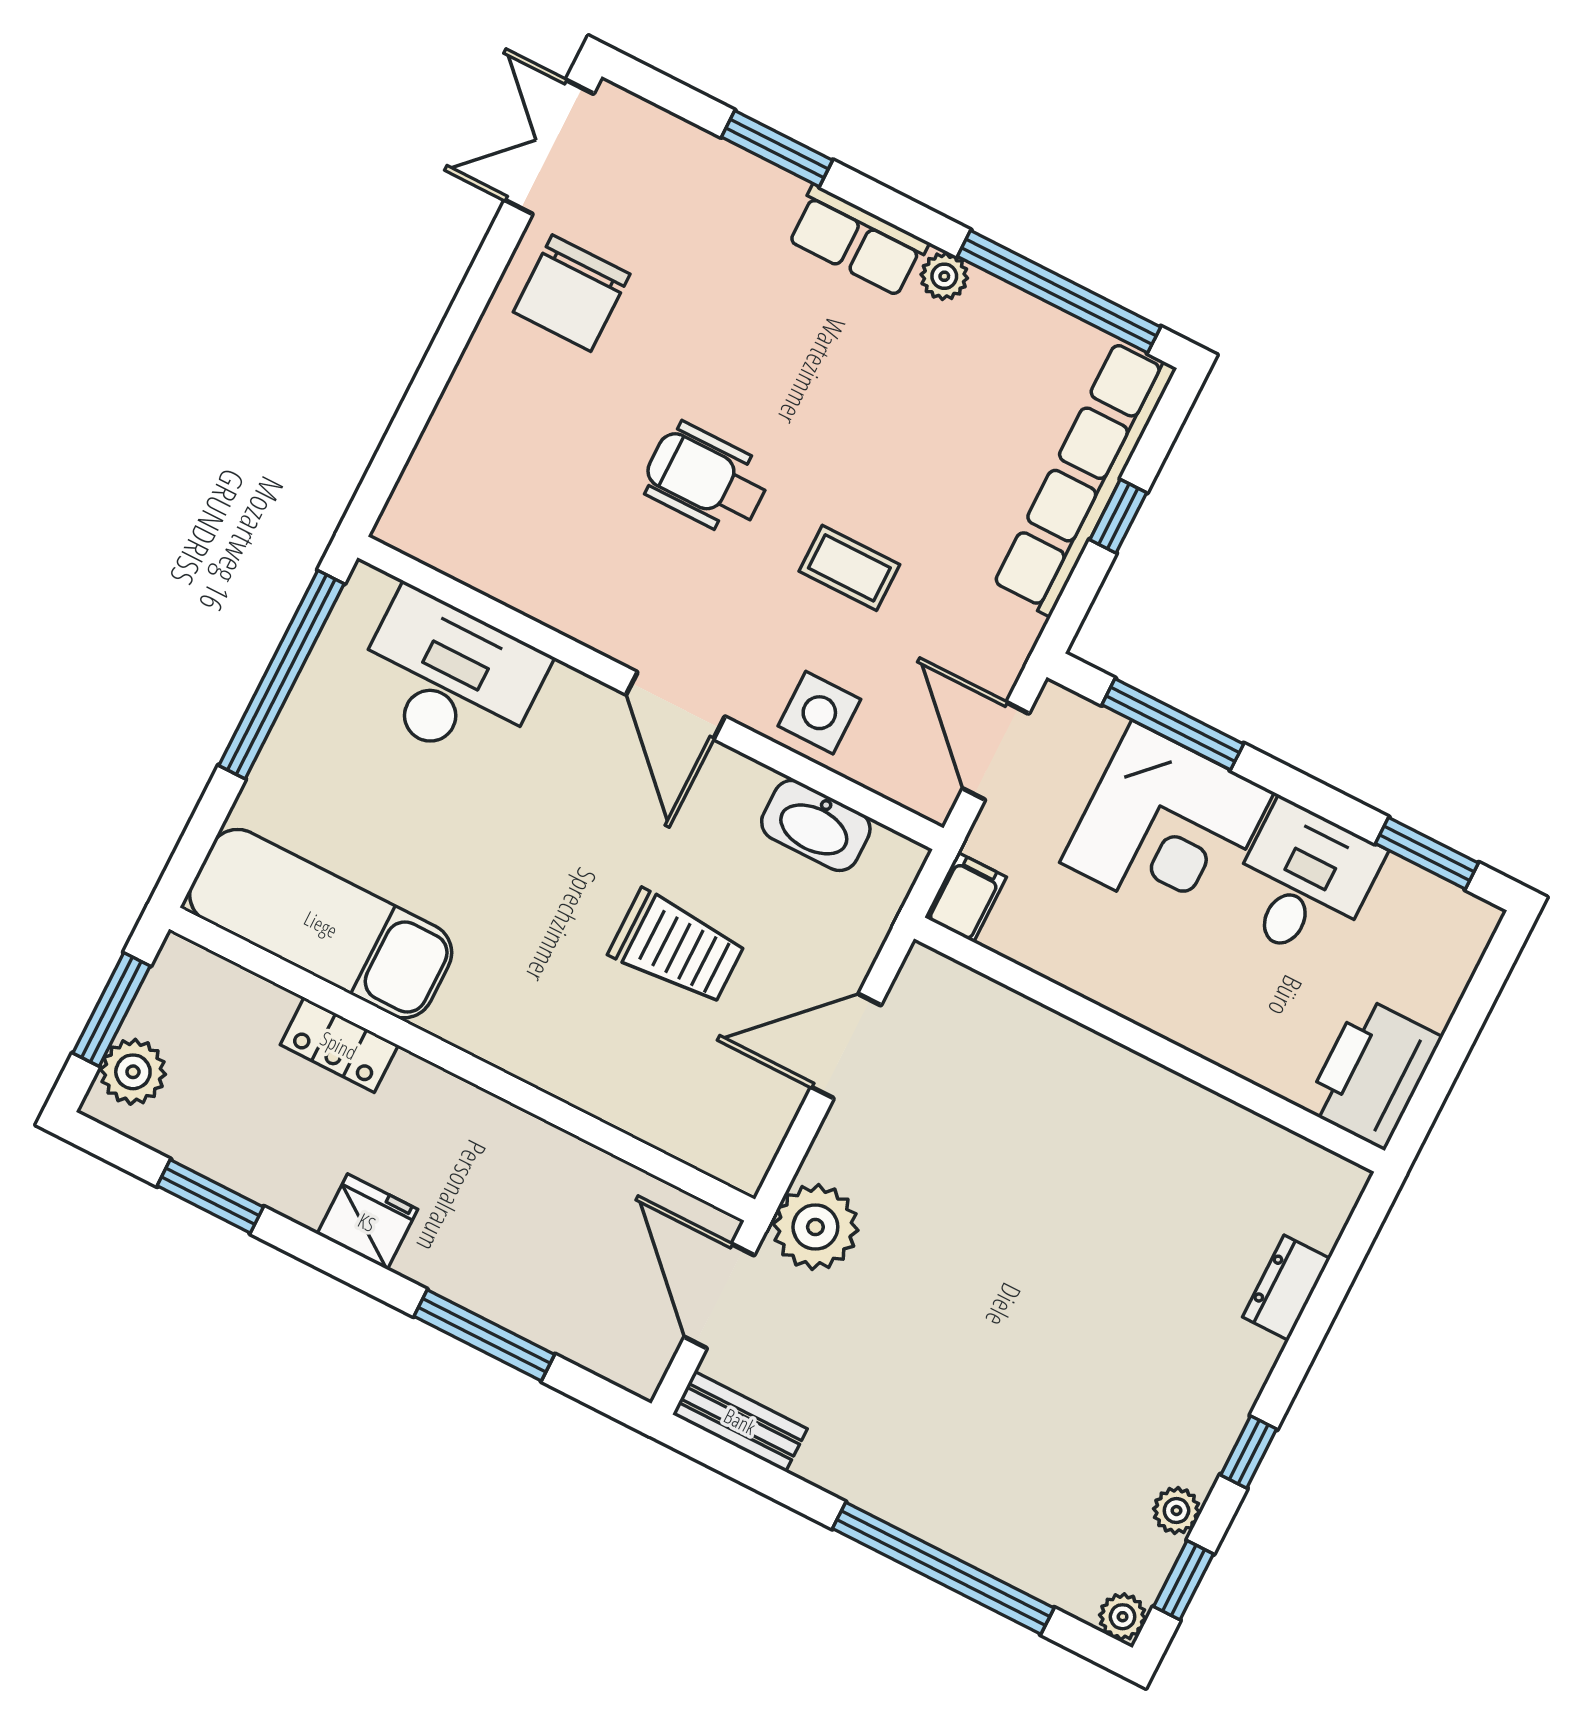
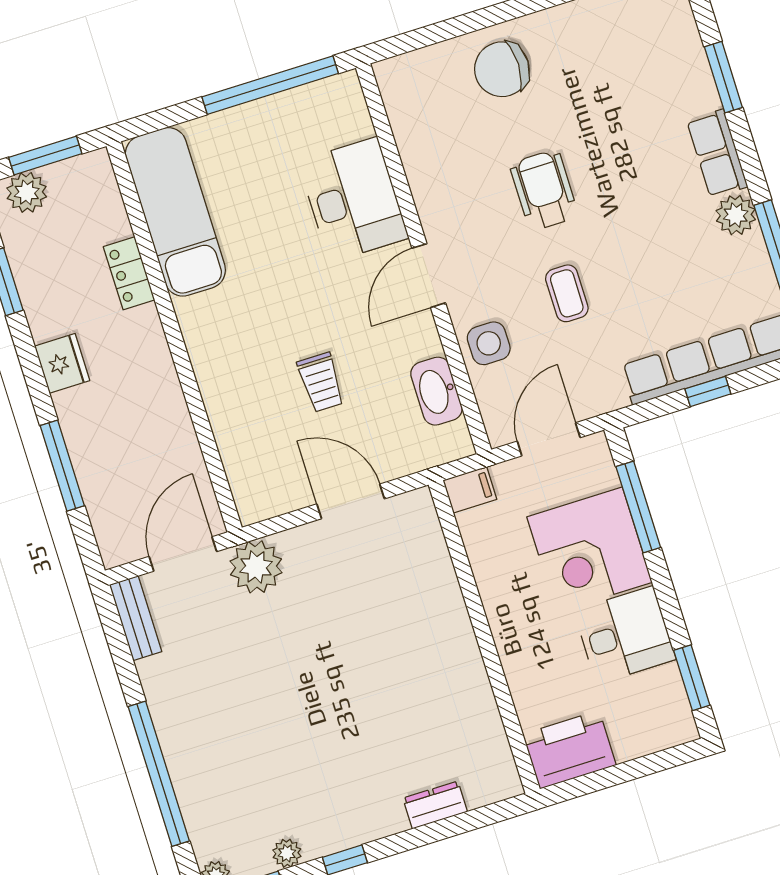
plant: (944, 276) -> (736, 215), width x1.38, depth x1.38
chair: (572, 293) -> (502, 69), moved
desk: (449, 679) -> (353, 200), moved
trolley: (677, 948) -> (321, 382), width x0.73, depth x0.72

